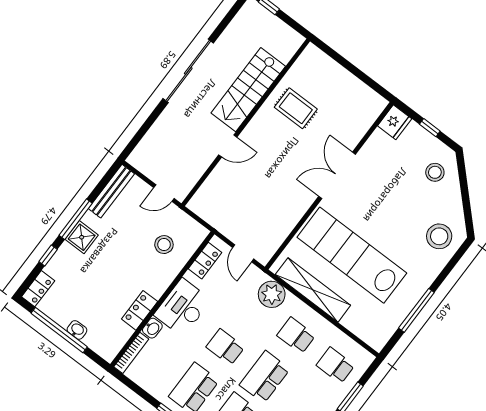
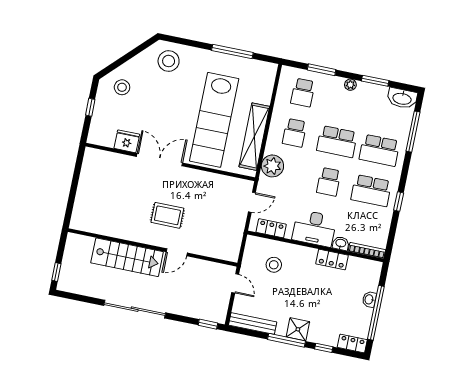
rug: (296, 108) -> (167, 215), moved, turned 90
fridge: (395, 122) -> (127, 141), moved
window: (134, 142) -> (208, 324), added
door: (228, 146) -> (177, 252), swing flipped
double door: (337, 175) -> (159, 160), swing flipped

